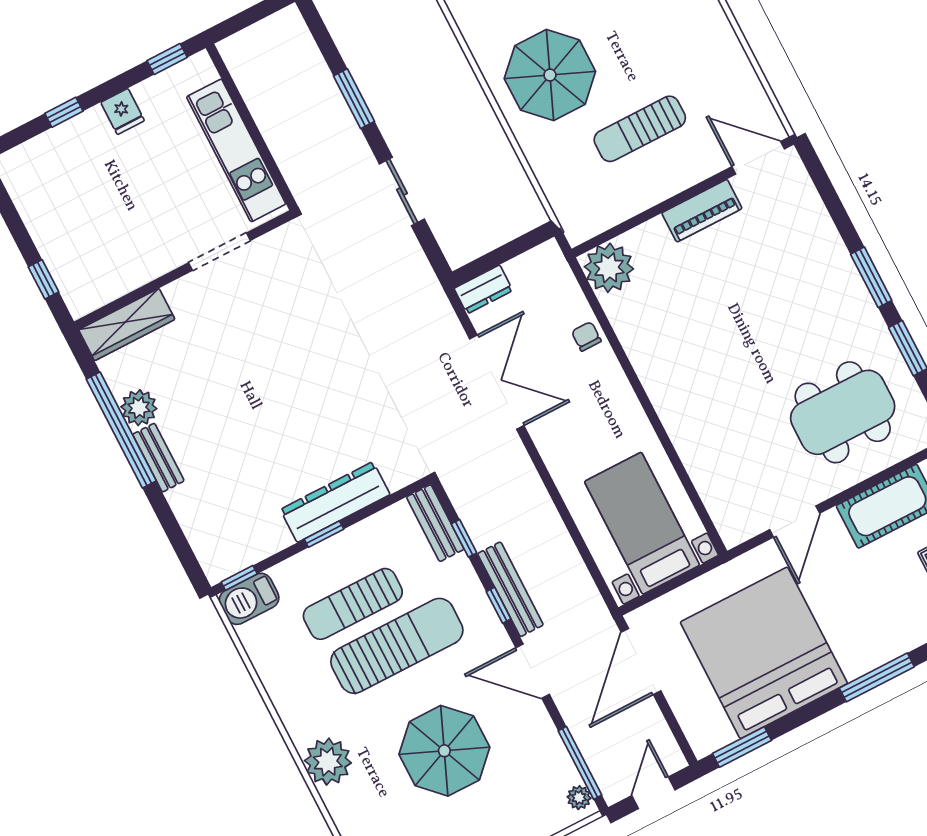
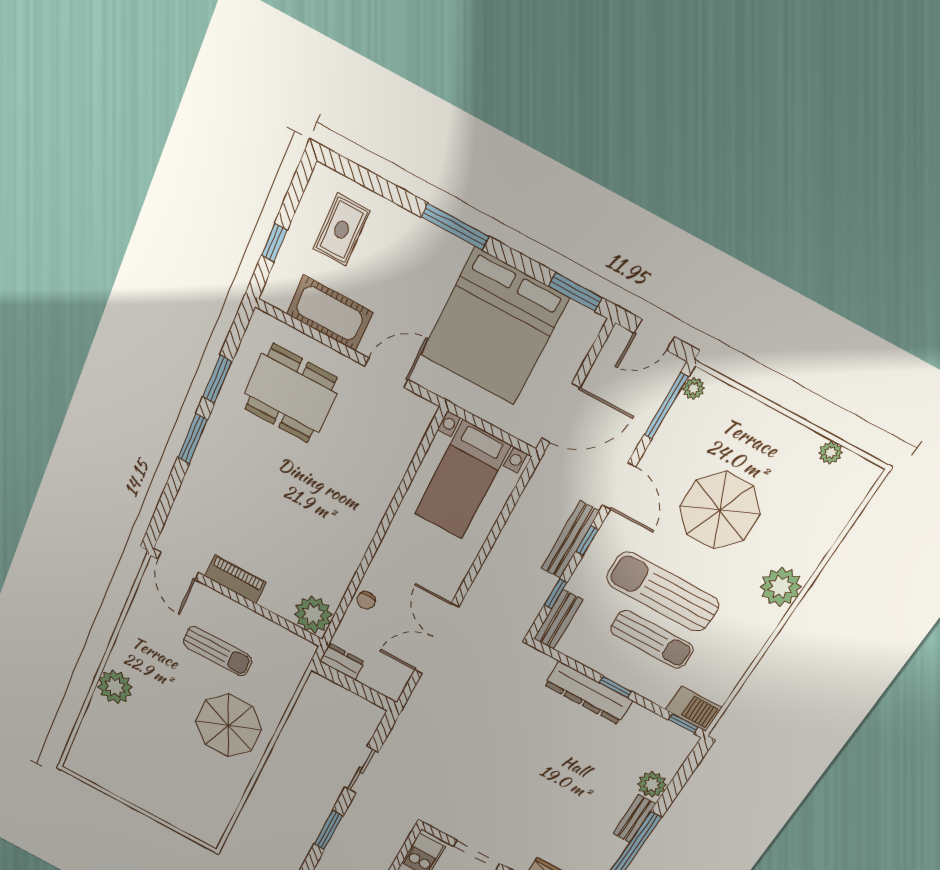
dresser: (483, 289) -> (342, 662), moved
plant: (139, 408) -> (652, 784), moved

